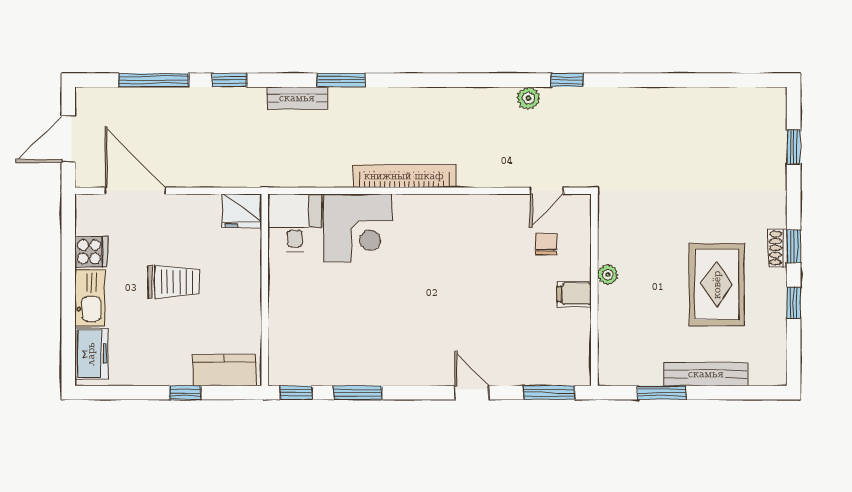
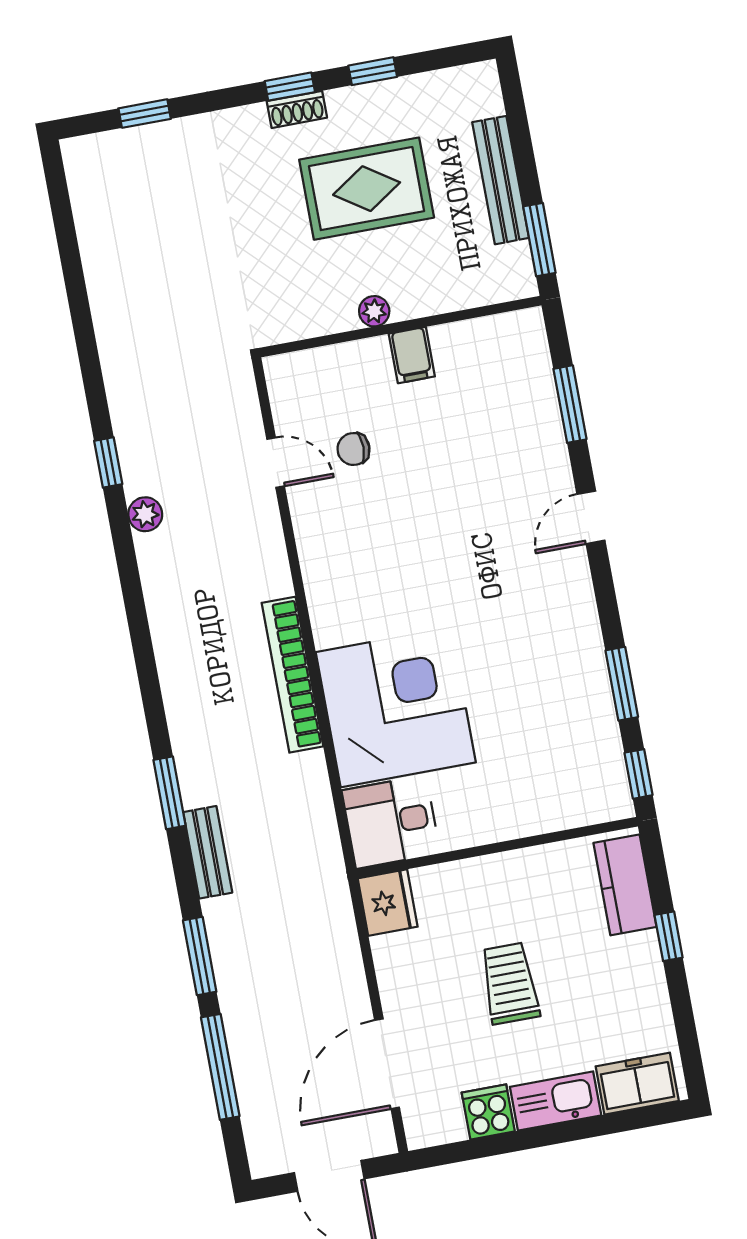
window: (230, 80) -> (200, 956), width x1.50
corner desk: (358, 228) -> (396, 707), width x1.36, depth x1.36
plant: (608, 275) -> (374, 311), moved
wall: (594, 290) -> (400, 327), moved
filing cabinet: (574, 294) -> (412, 355), moved

